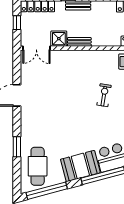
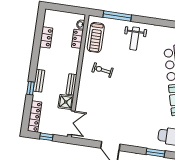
exercise bike: (104, 95) -> (103, 70), moved

